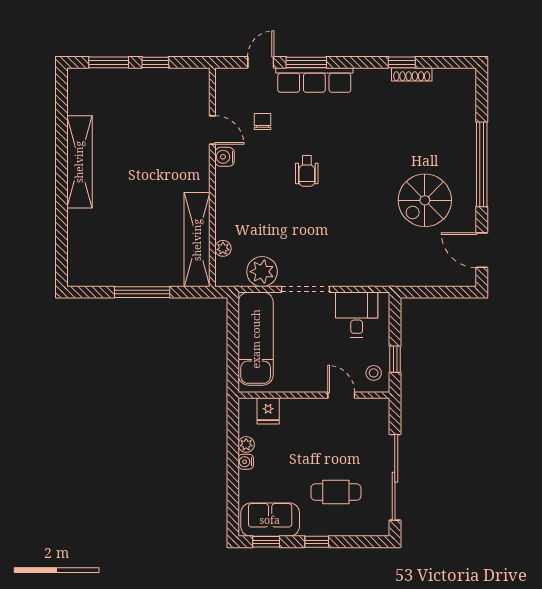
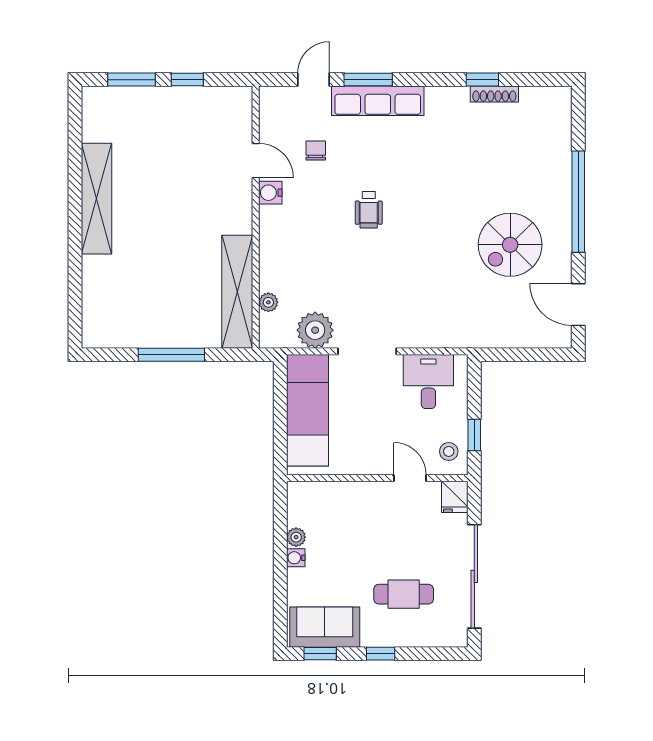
fridge: (268, 411) -> (455, 497), moved

